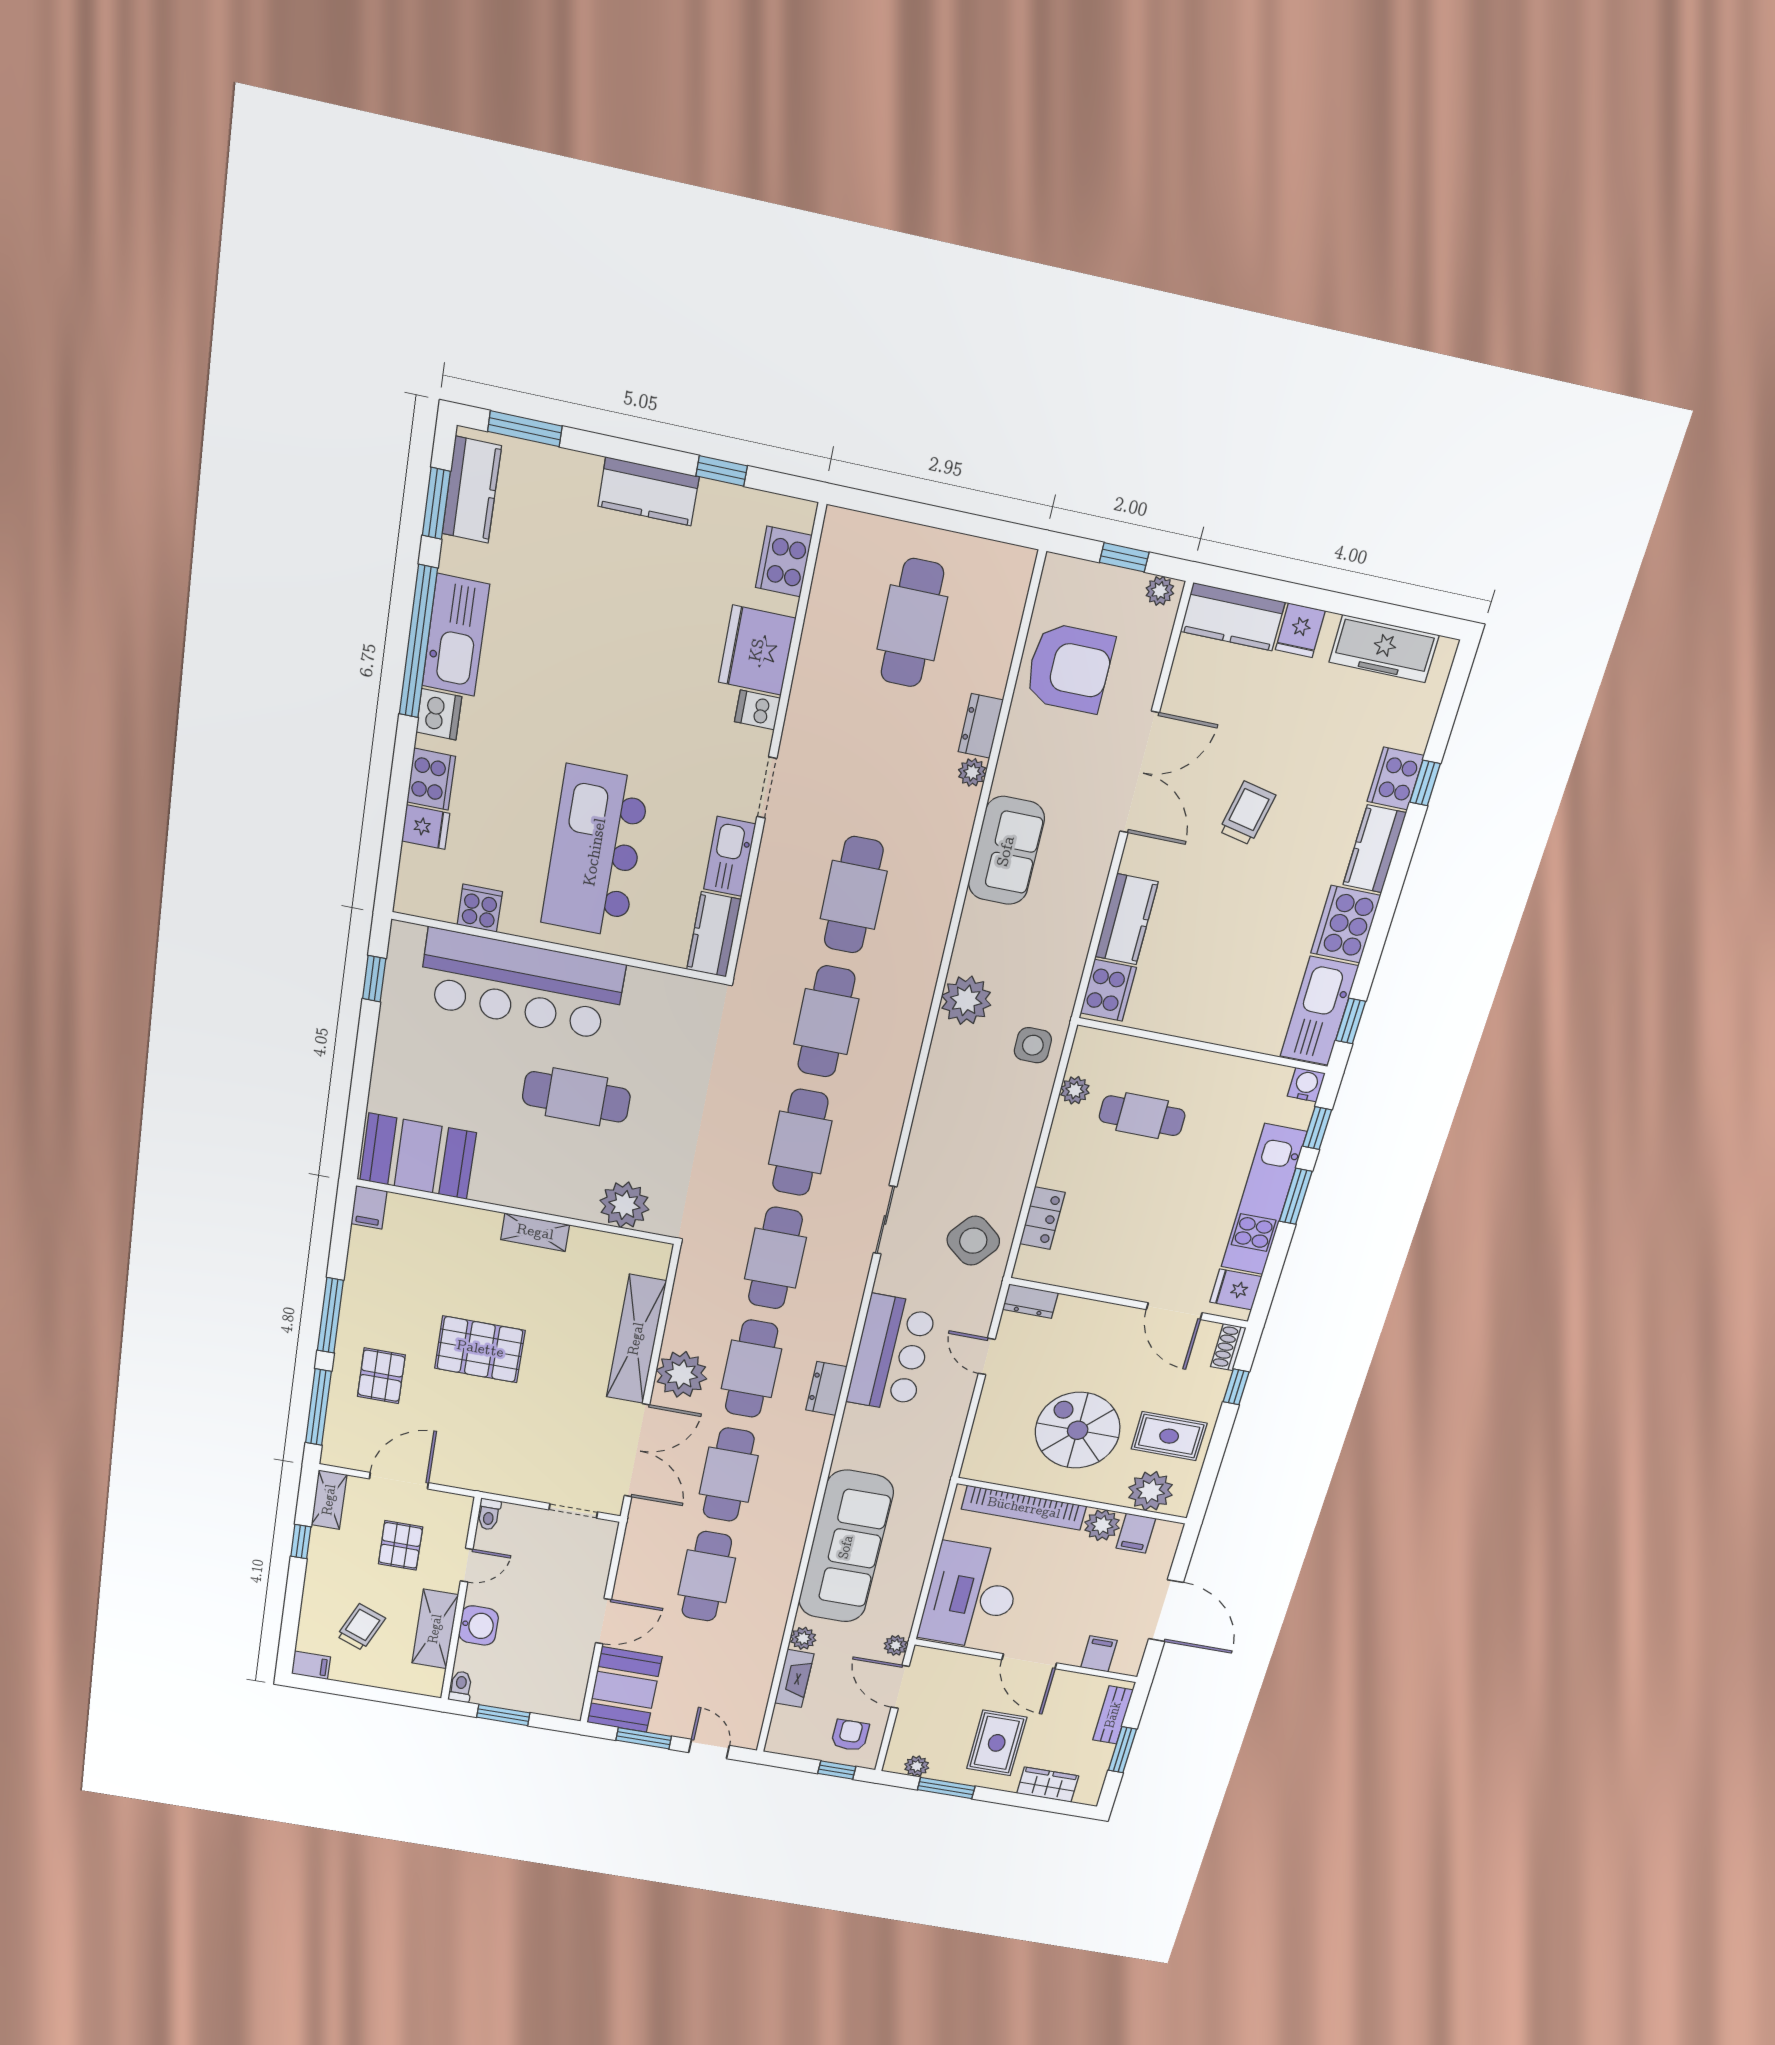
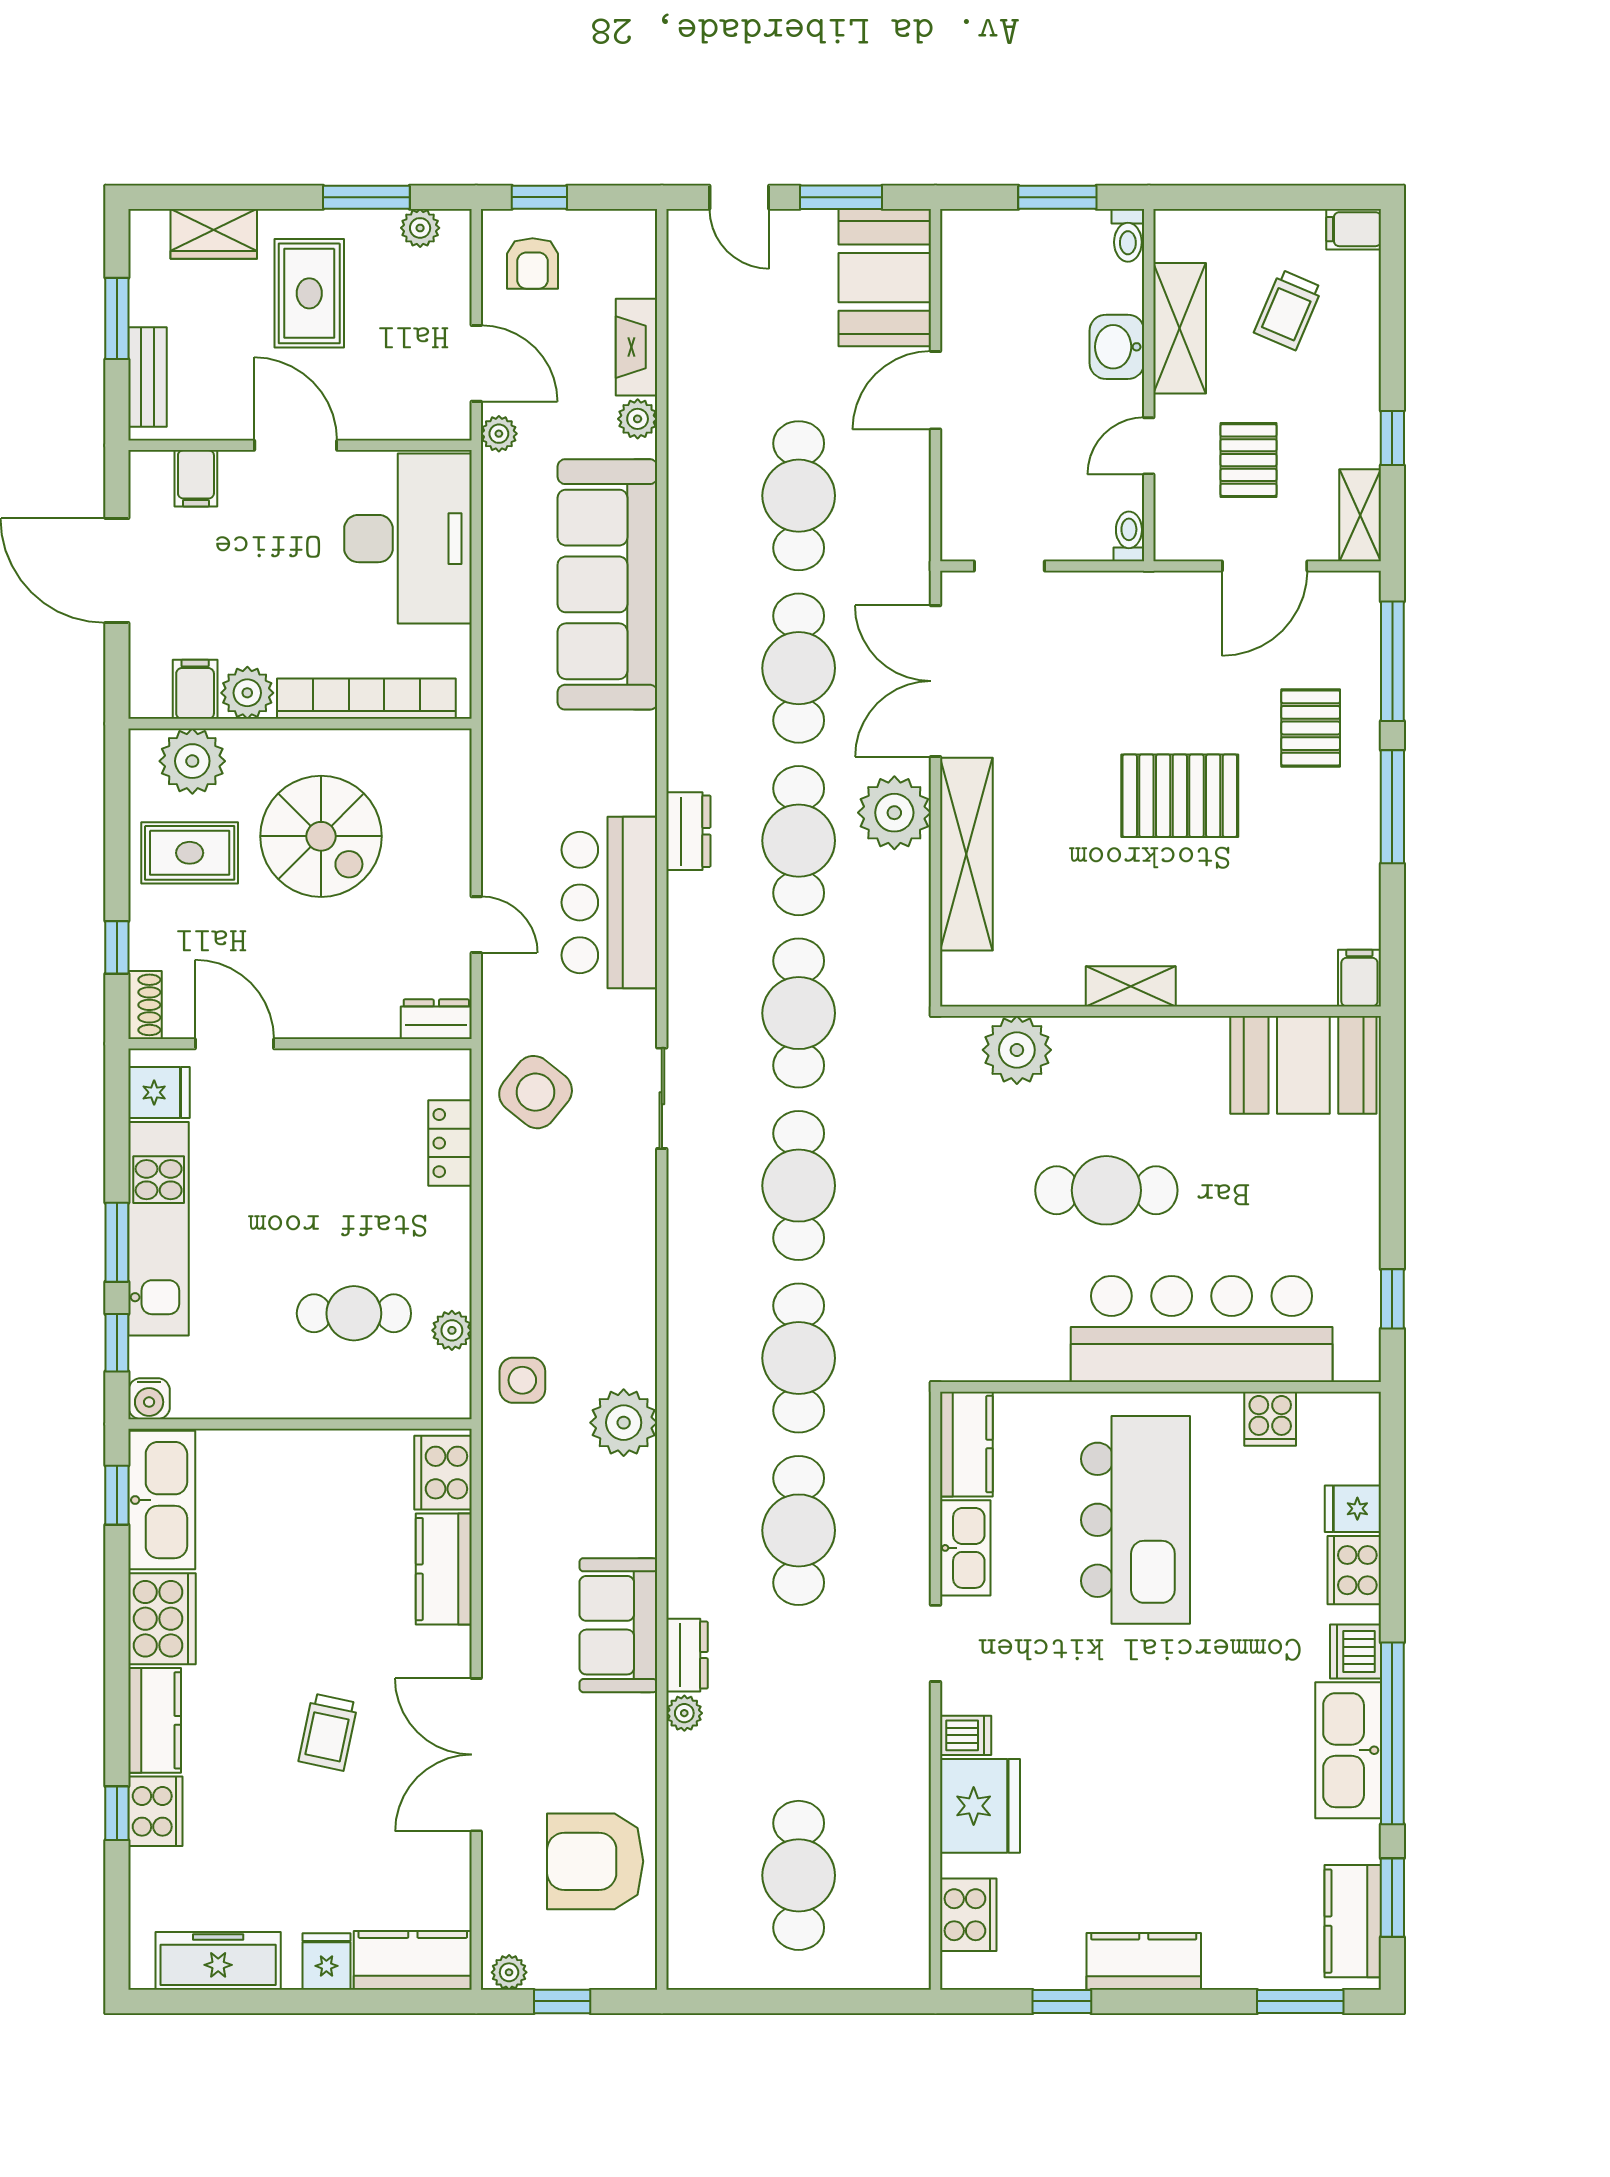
dresser: (981, 726) -> (687, 1655), moved

